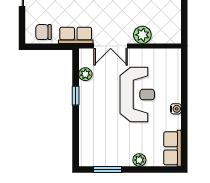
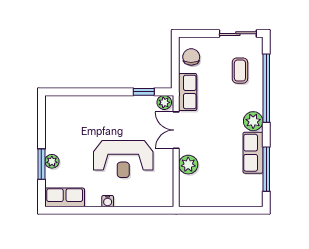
plant: (85, 74) -> (164, 102), moved
window: (76, 96) -> (144, 92), moved
window: (108, 170) -> (41, 164), moved

